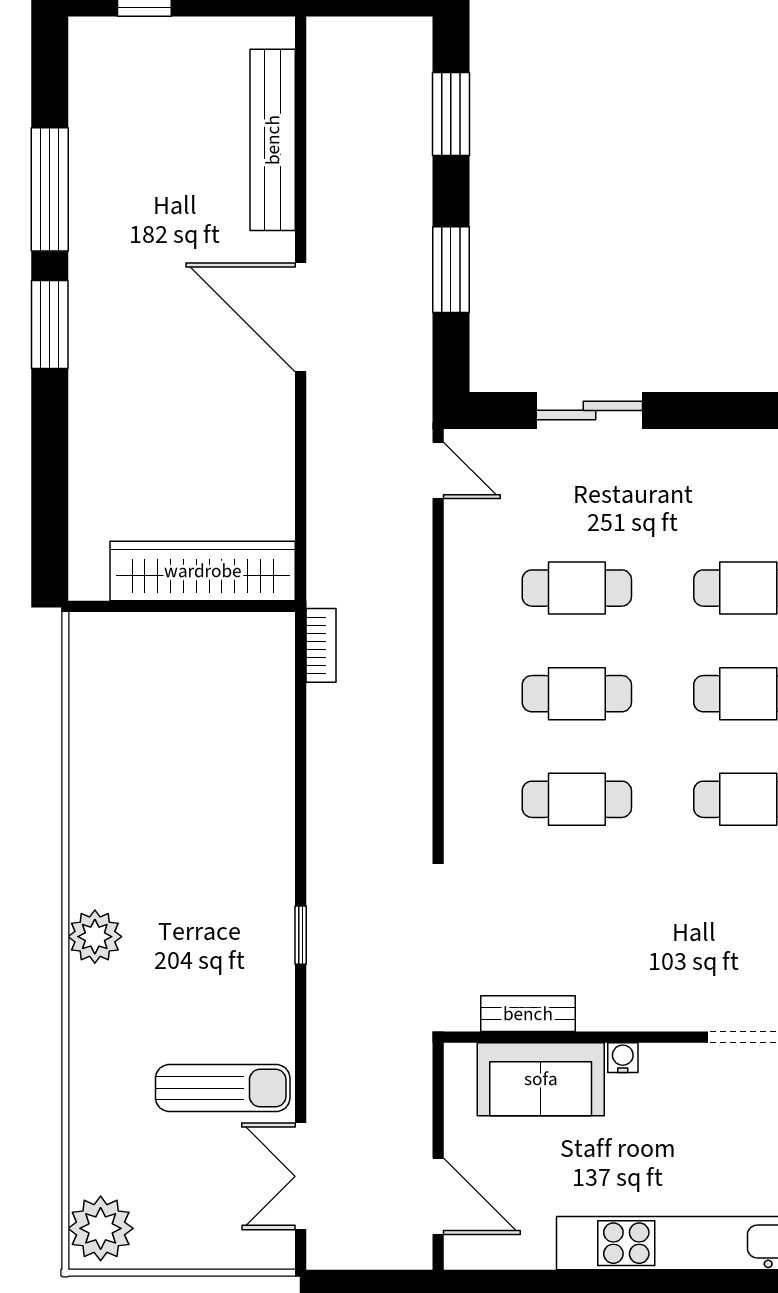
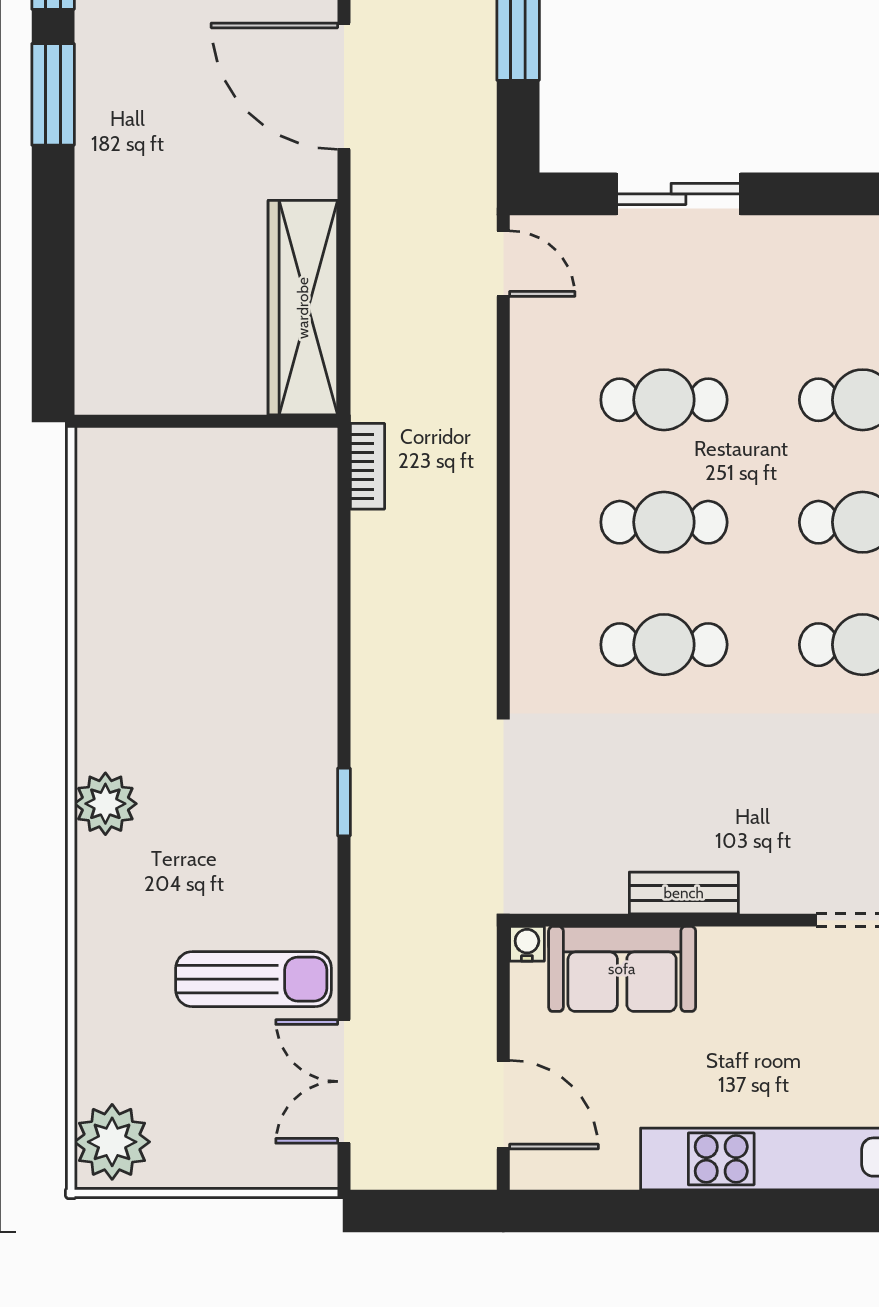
wardrobe: (203, 571) -> (303, 308), moved, turned -90
bench: (528, 1014) -> (684, 893), moved
water cooler: (623, 1058) -> (527, 944), moved

